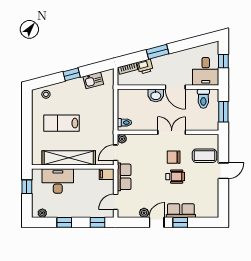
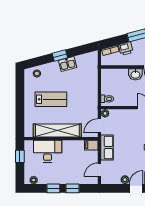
kitchen sink: (93, 80) -> (68, 64), moved
lab bench: (62, 123) -> (51, 99), turned 180
window: (97, 222) -> (73, 188), moved

